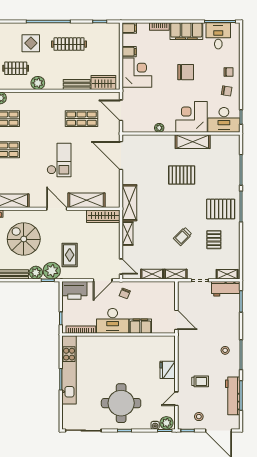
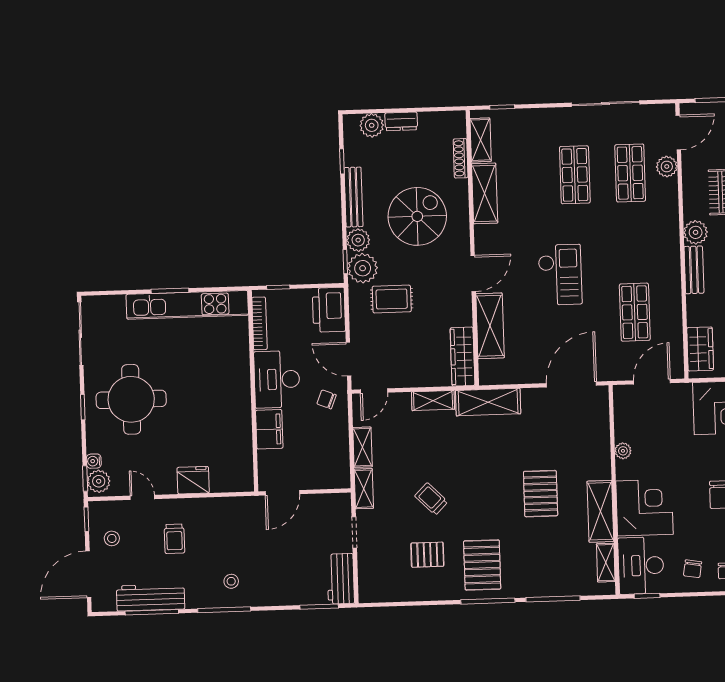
bench: (77, 85) -> (694, 270), moved
checkout: (59, 160) -> (560, 275), turned -90
shelving: (227, 274) -> (606, 563), moved

